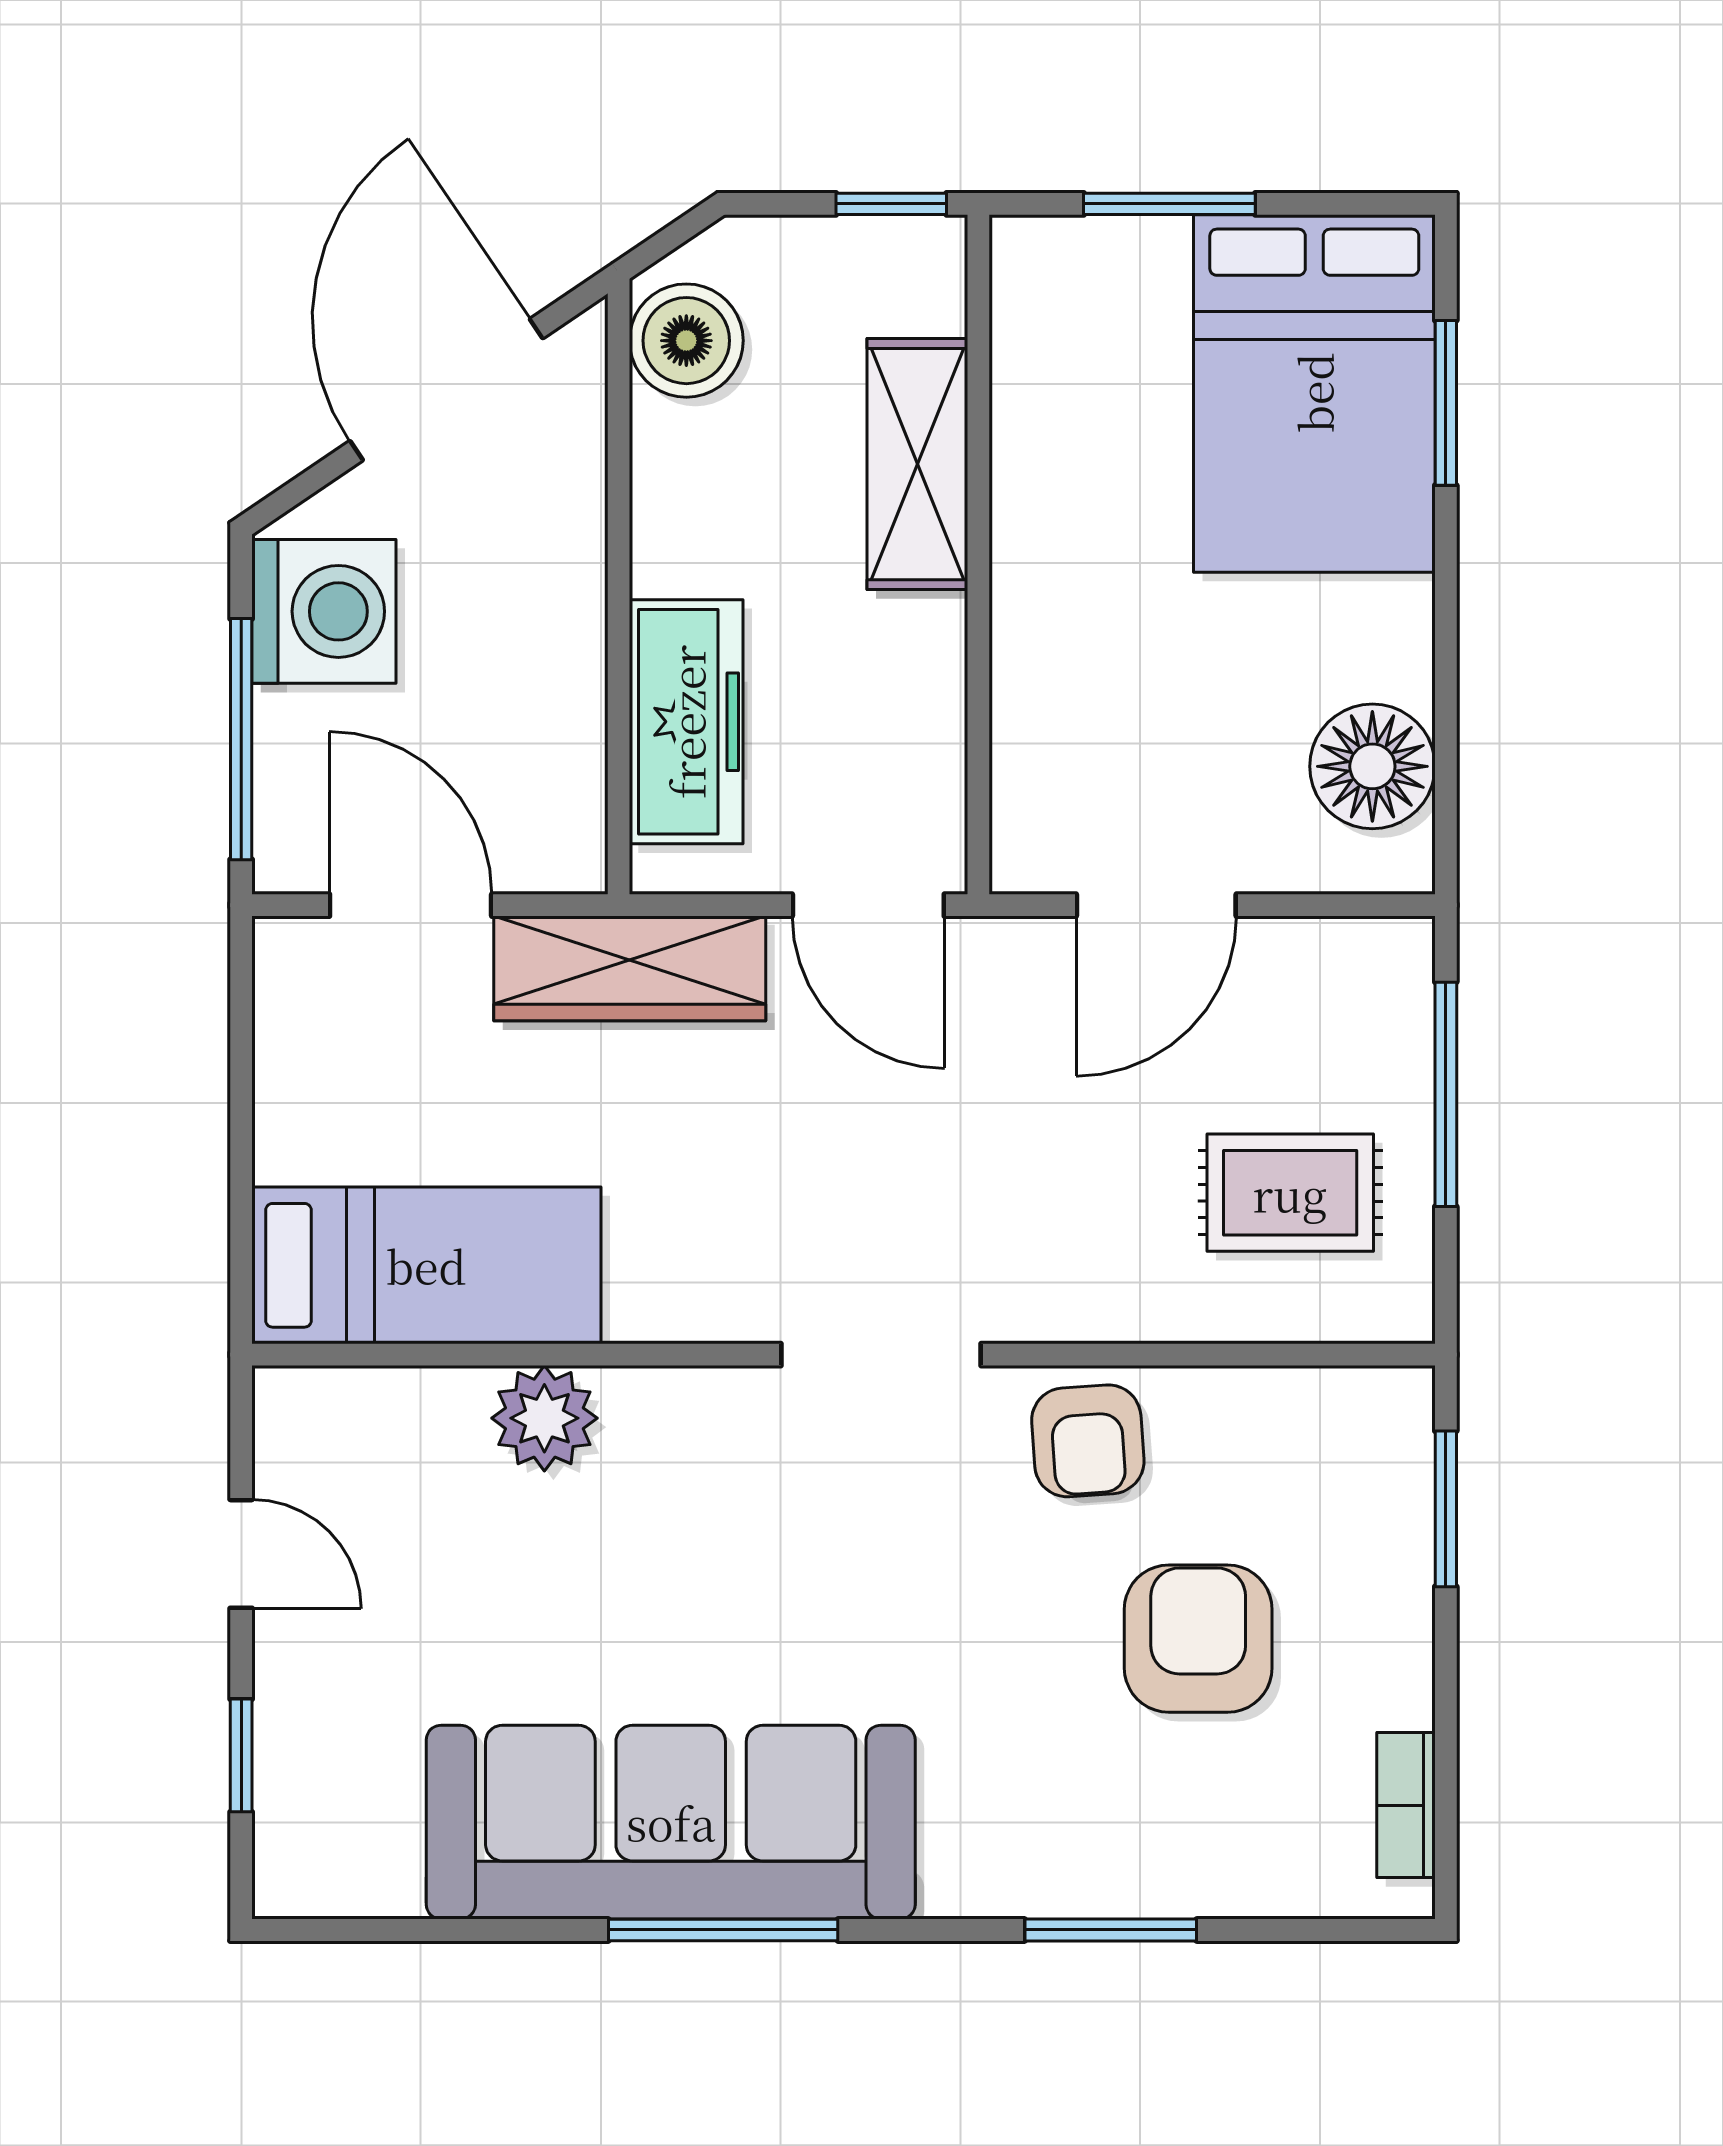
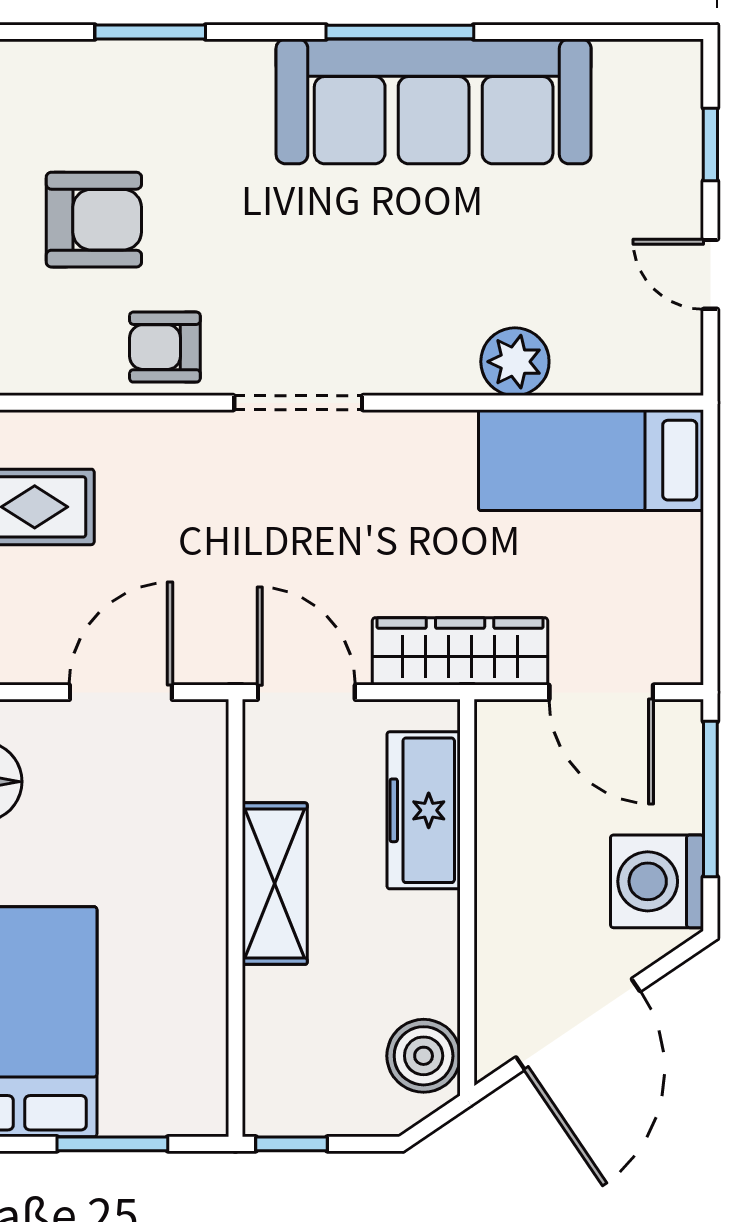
shelving: (917, 464) -> (275, 884), moved
armchair: (1088, 1441) -> (165, 347), turned -86
armchair: (1198, 1639) -> (94, 220), turned -90

